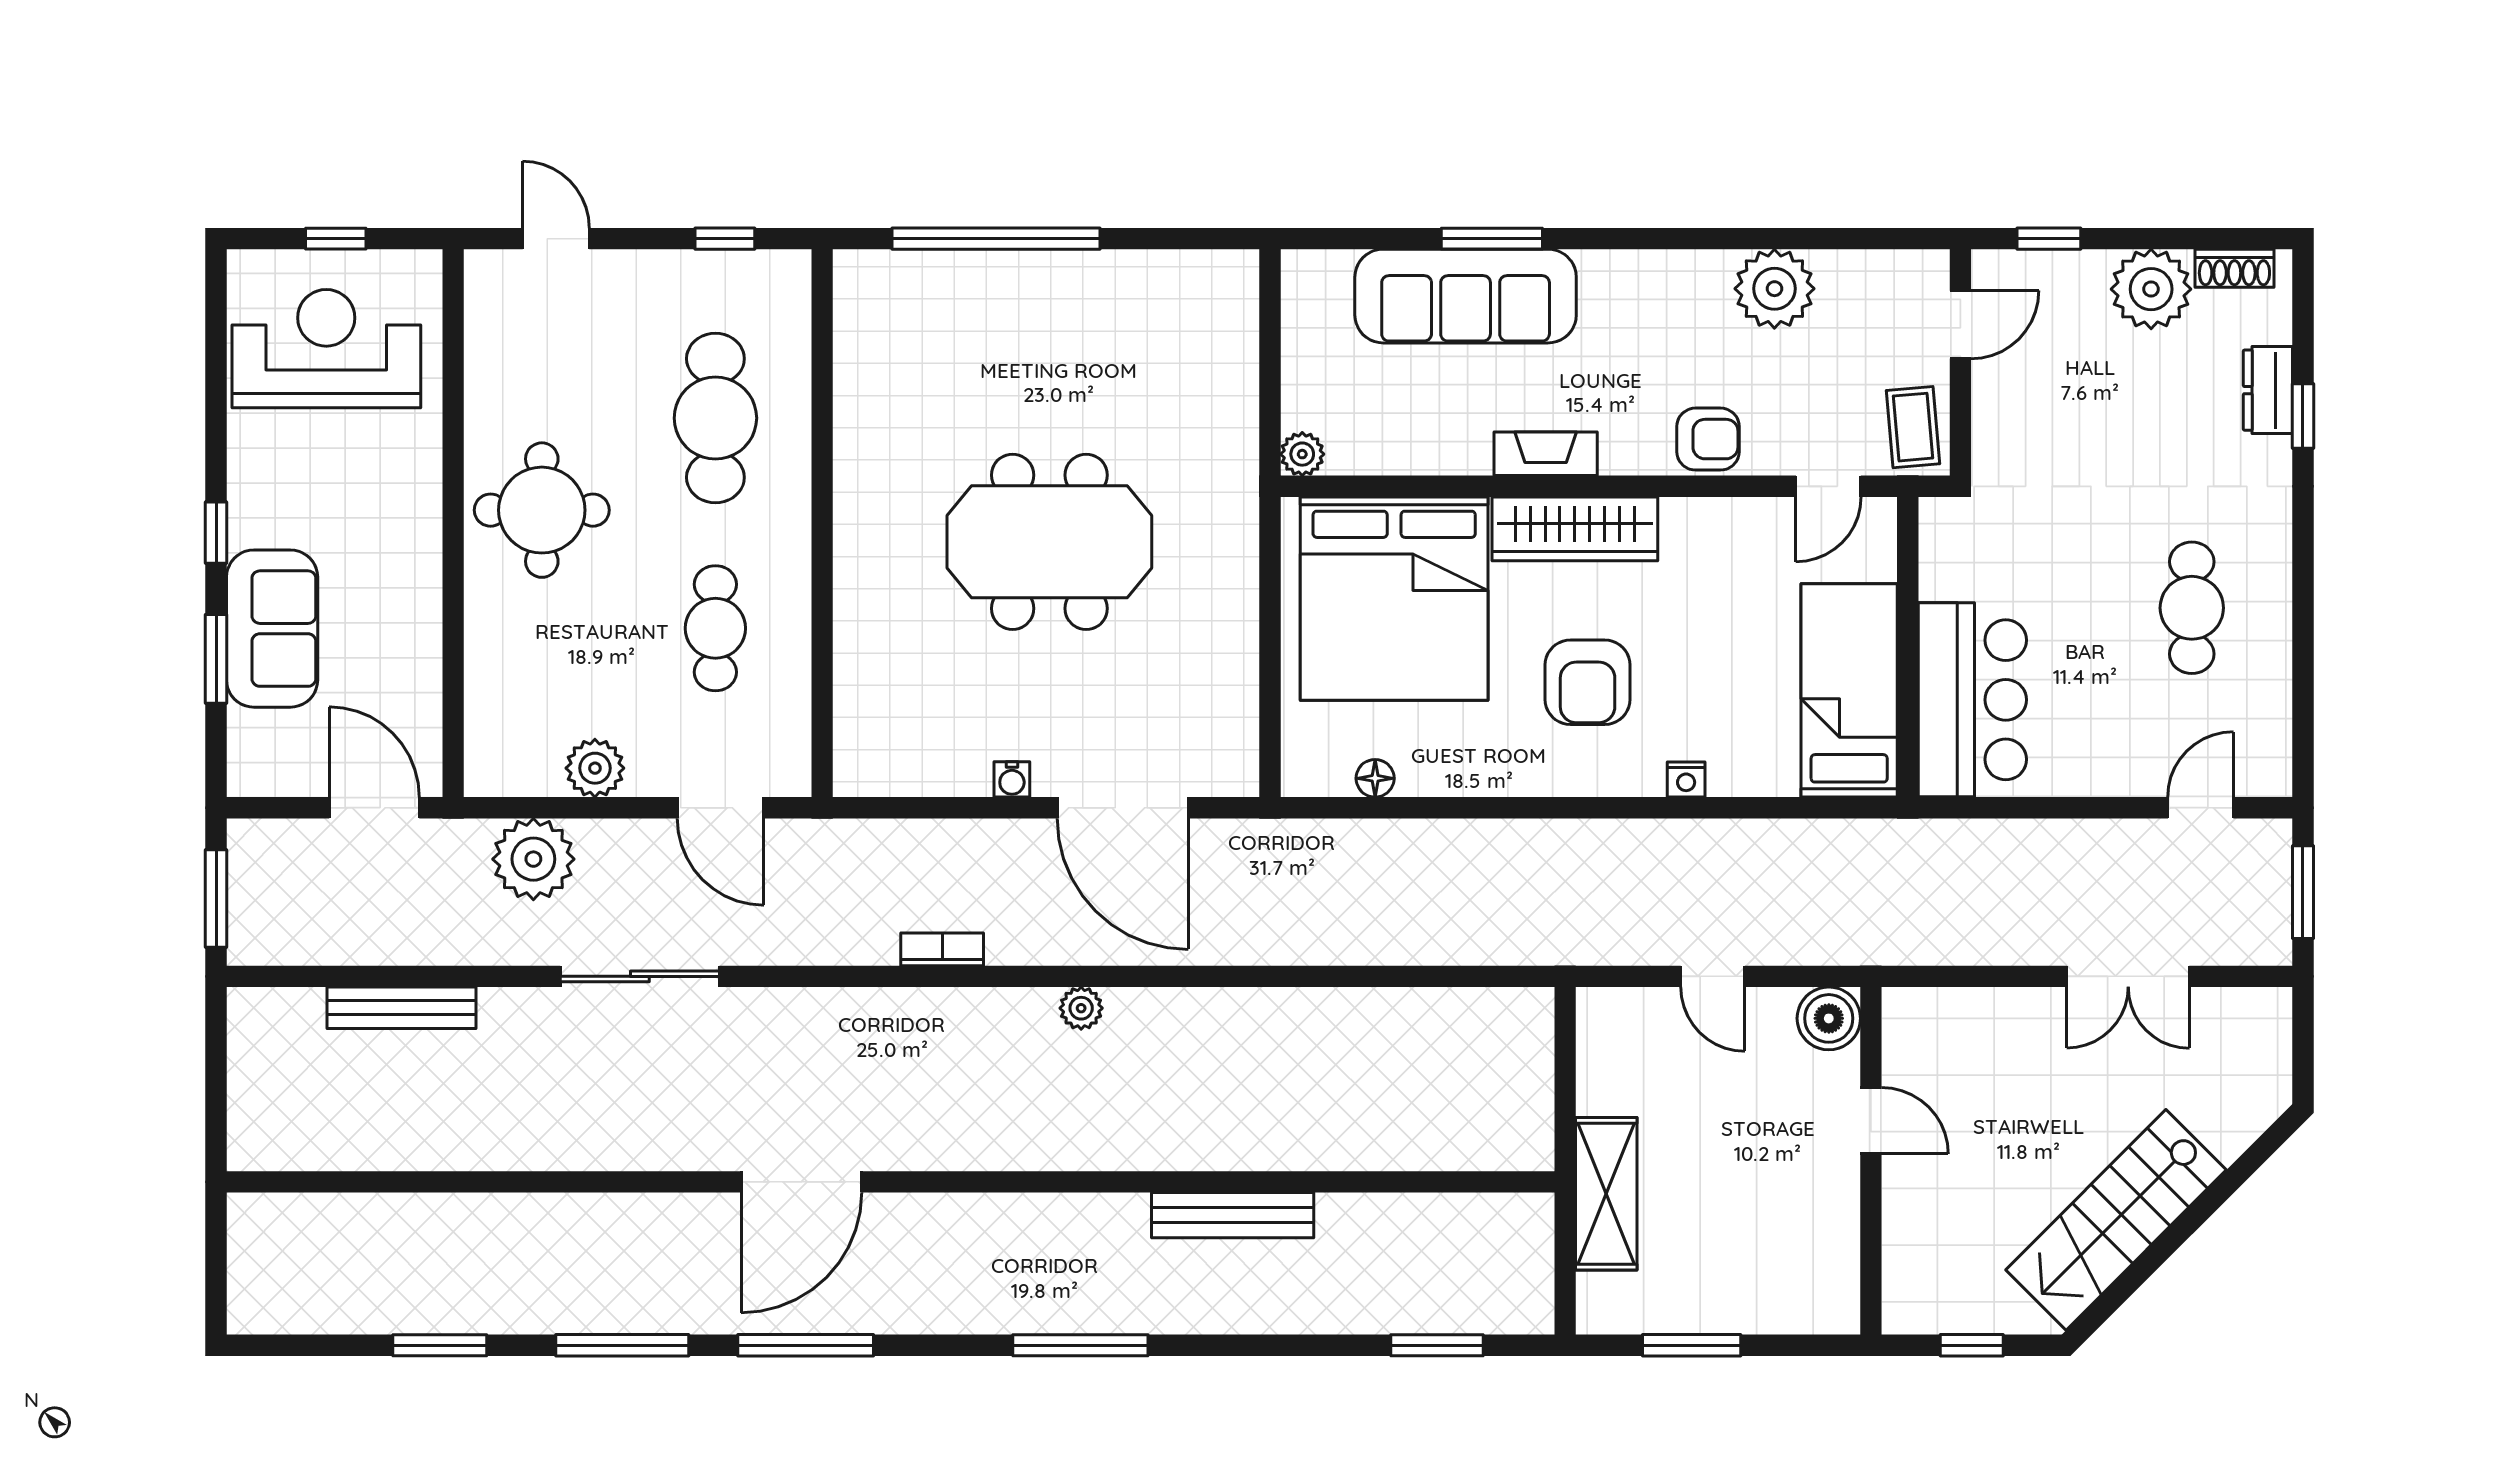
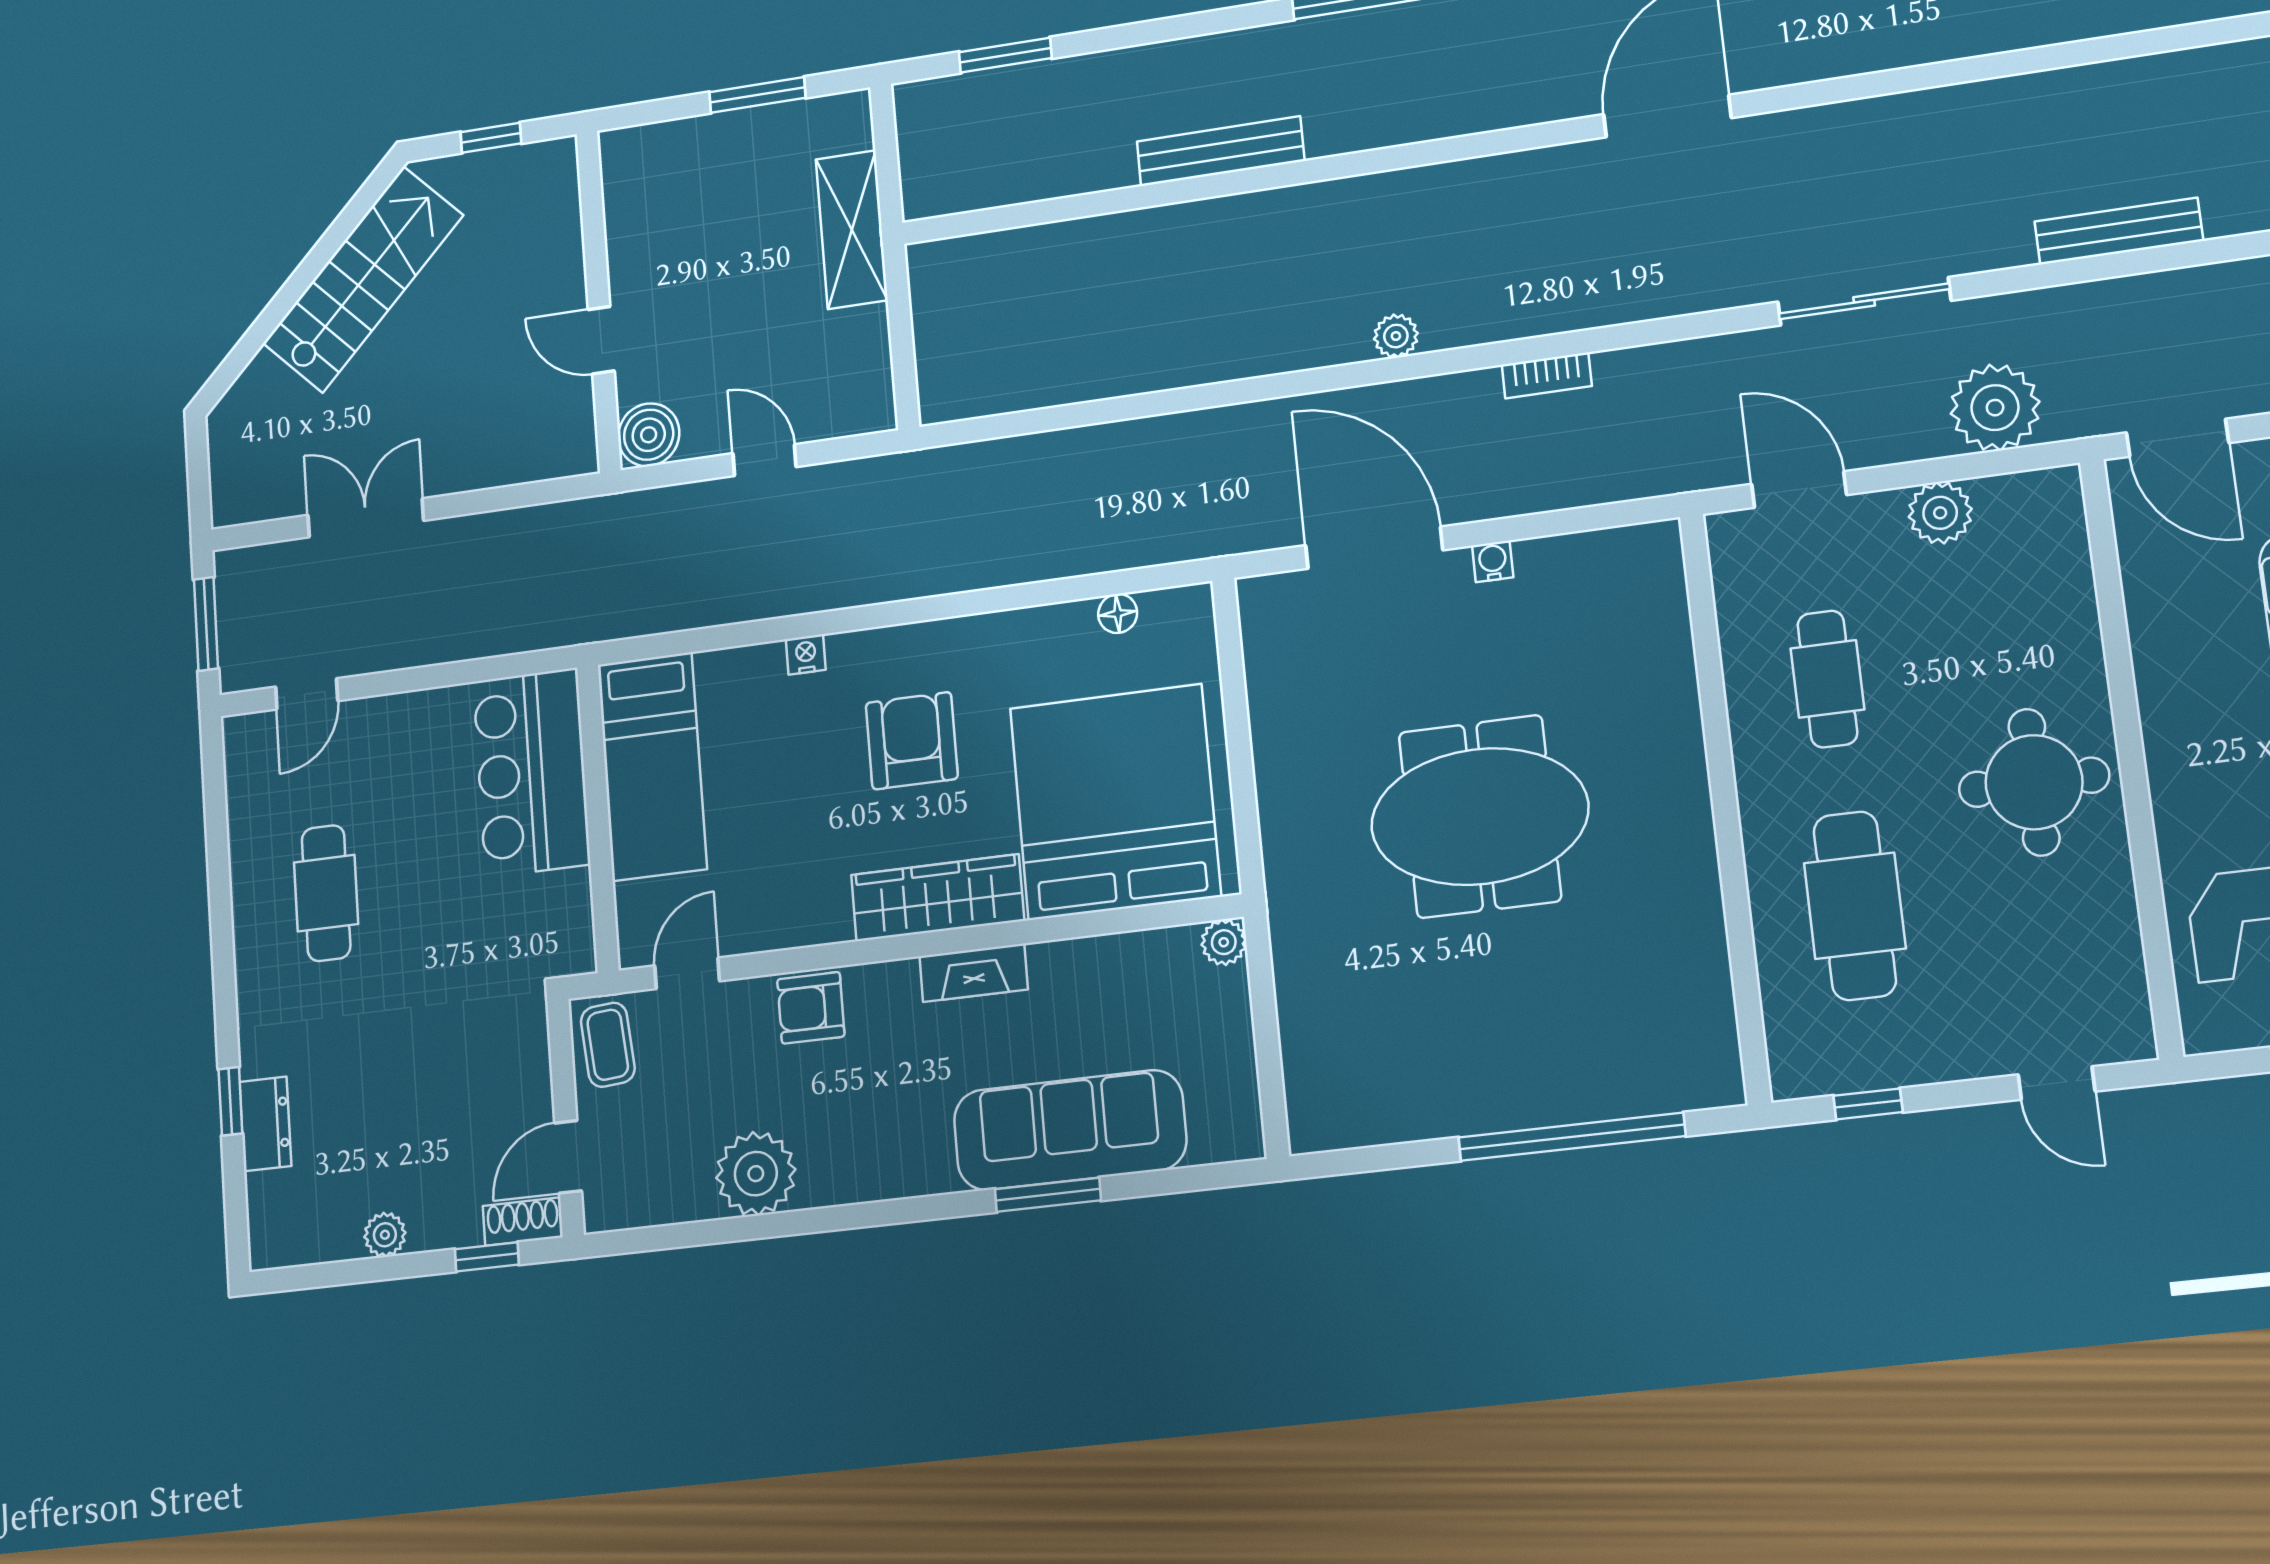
shoe rack: (2234, 268) -> (523, 1222), moved
plant: (2151, 289) -> (385, 1235), width x0.53, depth x0.53

